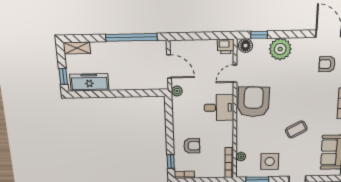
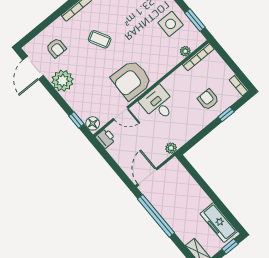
plant: (280, 49) -> (62, 81), moved
door: (169, 66) -> (147, 177), moved
coffee table: (296, 129) -> (100, 39), moved
window: (171, 162) -> (226, 114), moved

